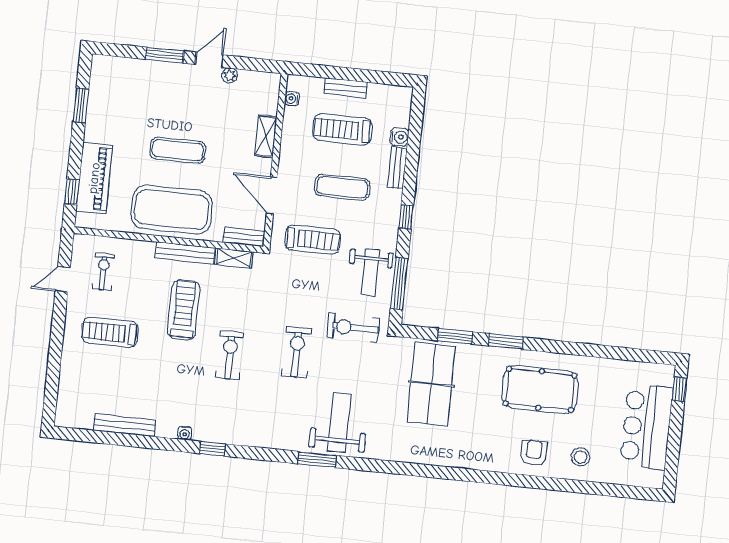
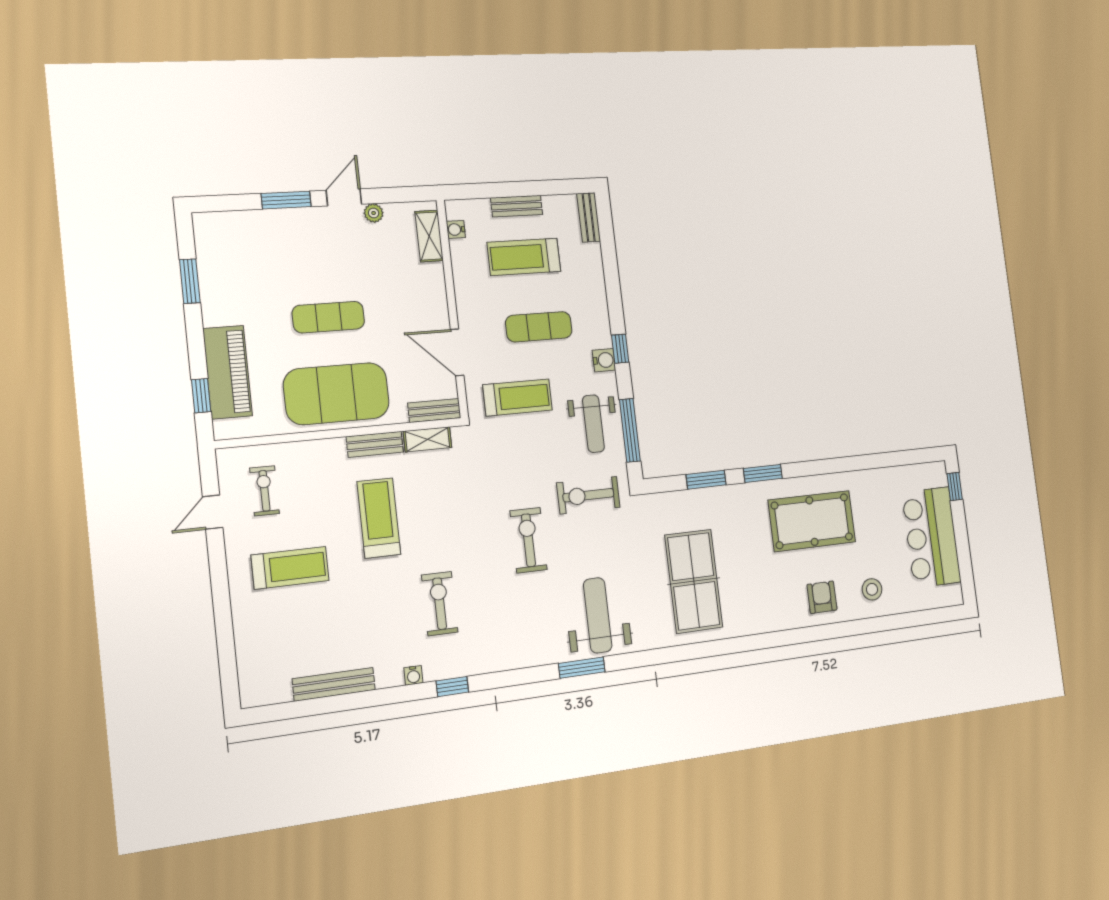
shelving: (266, 136) -> (429, 236), moved
water cooler: (399, 137) -> (604, 360), moved
bench: (397, 168) -> (589, 217), moved
bench: (185, 253) -> (375, 444), width x0.73
treadmill: (110, 332) -> (290, 568), turned 180
exercise bike: (230, 355) -> (440, 604), moved
table tennis table: (431, 384) -> (694, 581), moved

